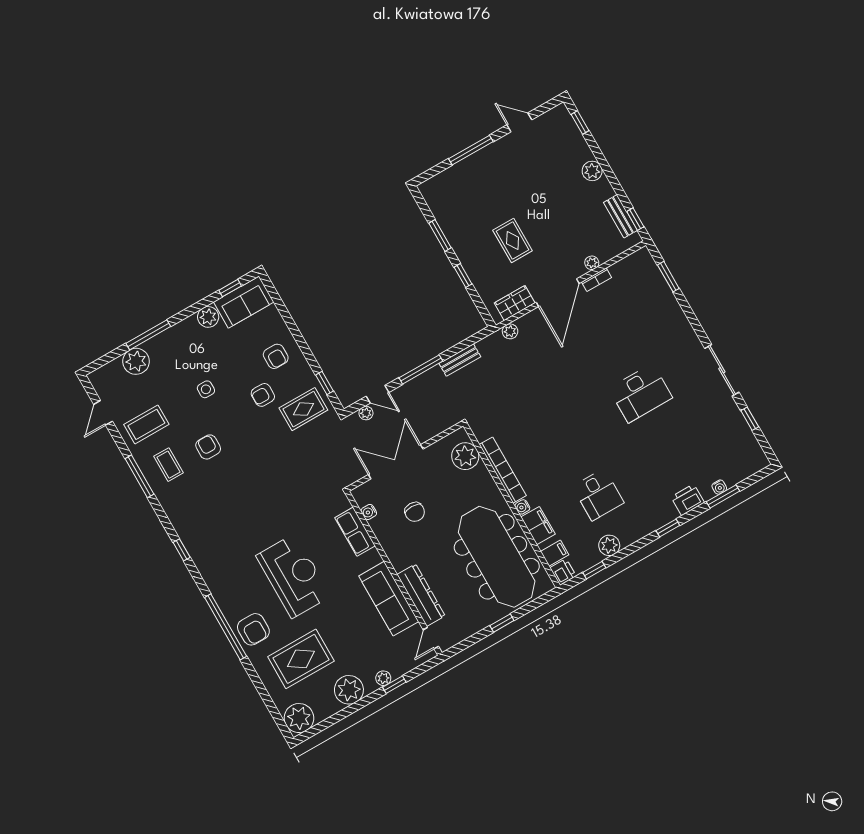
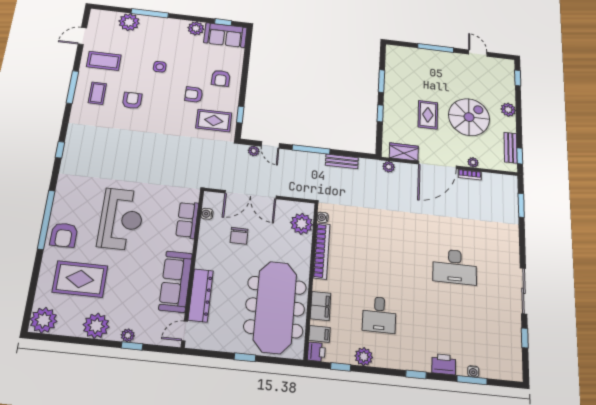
spiral stairs: (557, 211) -> (469, 117), added
double door: (396, 462) -> (251, 195), swing flipped
water cooler: (522, 507) -> (323, 217), moved

